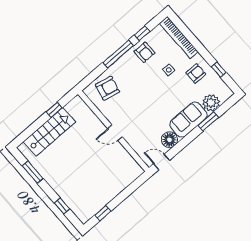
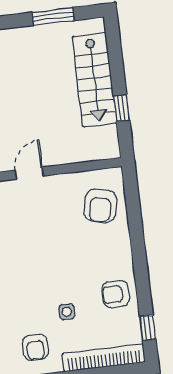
window: (142, 33) -> (148, 328), moved
window: (118, 54) -> (139, 254), removed

